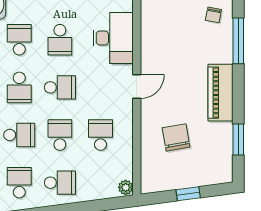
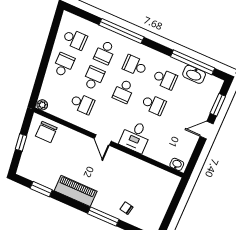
desk: (113, 38) -> (135, 137), width x0.73
school desk: (60, 40) -> (154, 104), turned 180
school desk: (60, 135) -> (94, 78), turned -90
chair: (176, 137) -> (46, 132), moved, turned 100
school desk: (60, 183) -> (64, 65), turned 180

